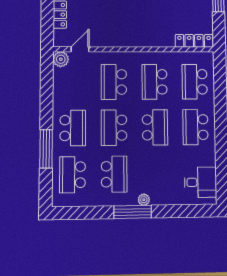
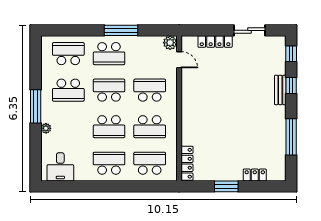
school desk: (154, 82) -> (150, 127), turned 180
window: (46, 149) -> (121, 30), moved
plant: (144, 200) -> (46, 128), moved

